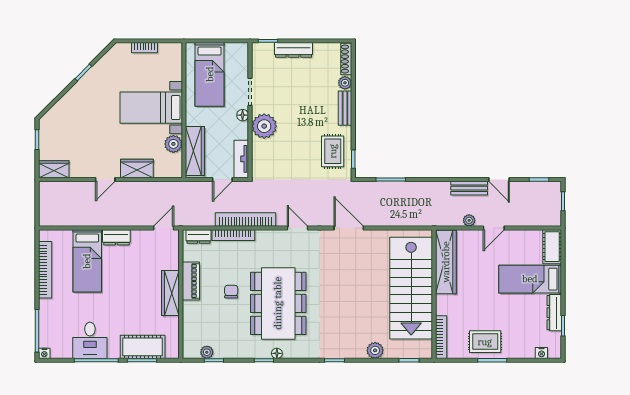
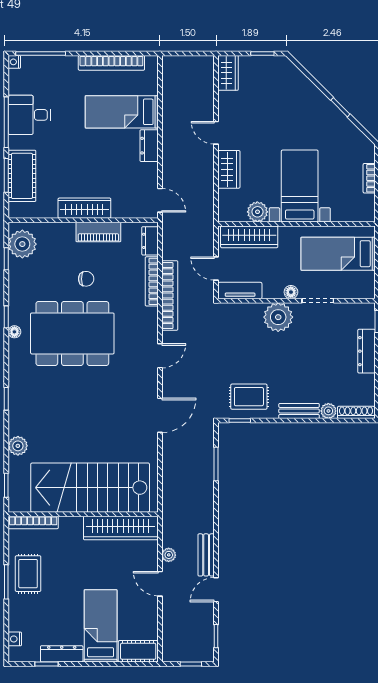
plant: (207, 352) -> (22, 244), width x1.88, depth x1.88

